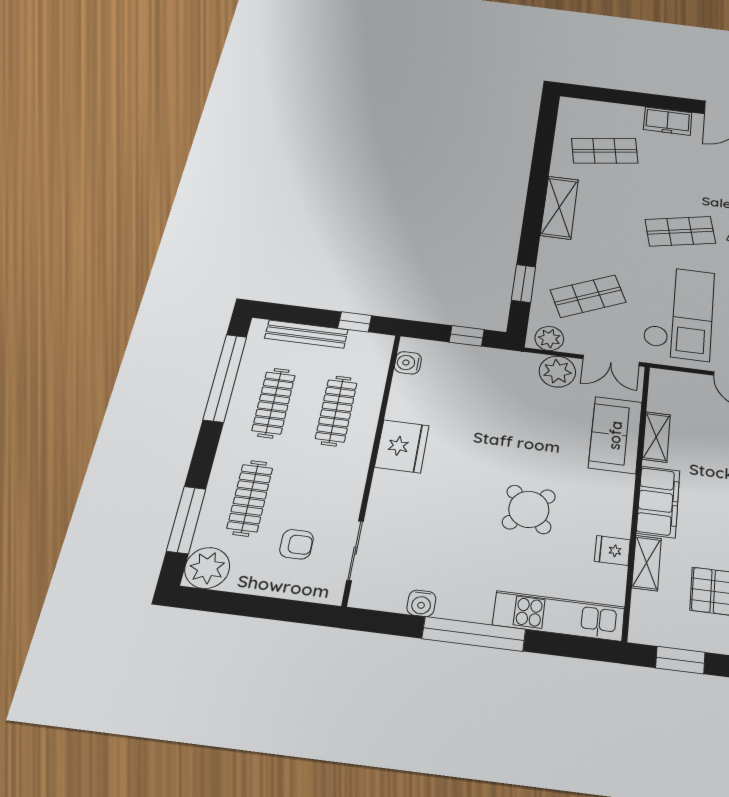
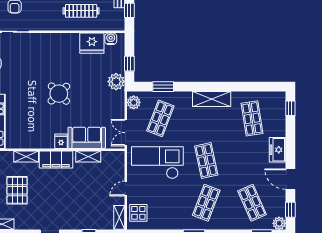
window: (592, 93) -> (290, 108), added
shop shelf: (588, 296) -> (160, 118), turned 45
checkout: (679, 313) -> (157, 163), turned 180
plant: (557, 372) -> (116, 82), moved
fridge: (402, 446) -> (92, 43), moved
round table: (529, 509) -> (59, 94), moved
fridge: (612, 550) -> (61, 141), moved

